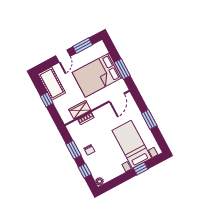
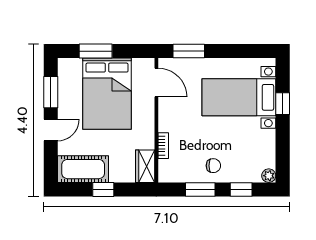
door: (63, 56) -> (51, 130), hinge flipped
window: (122, 69) -> (96, 51), moved
wardrobe: (80, 110) -> (145, 166), moved
window: (149, 119) -> (189, 51), moved

